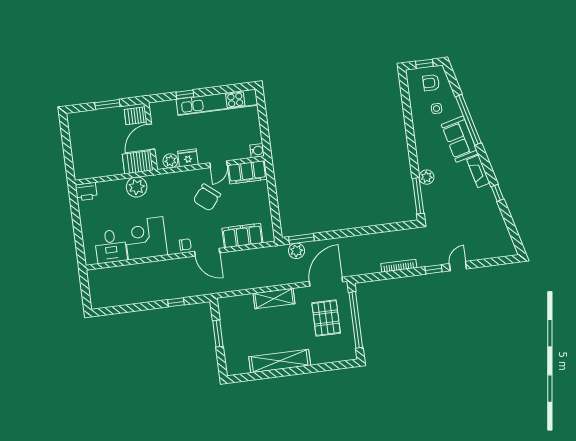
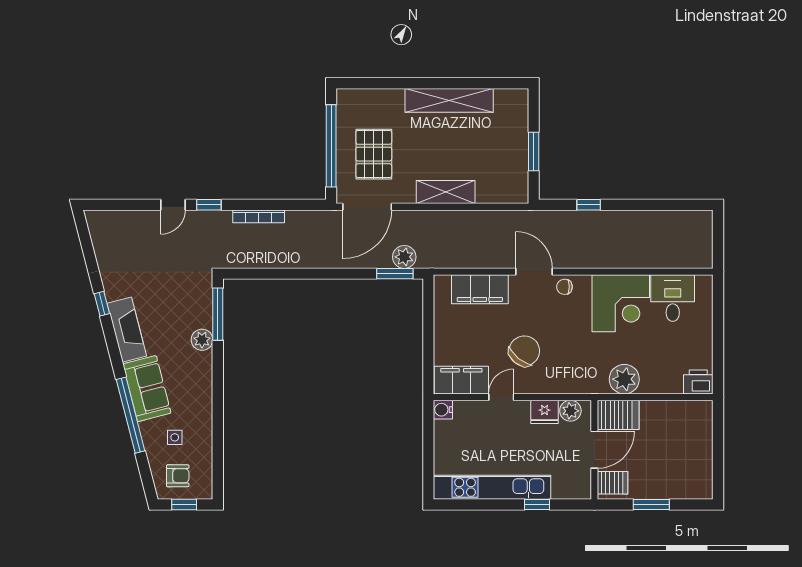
fireplace: (478, 171) -> (127, 330), width x1.37, depth x1.32

